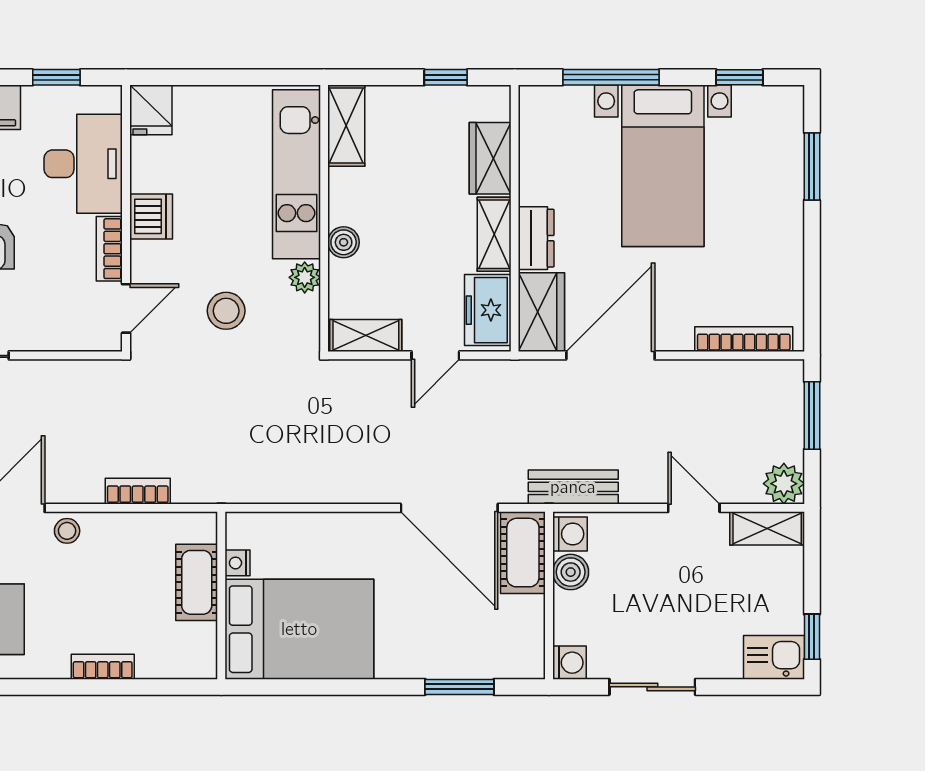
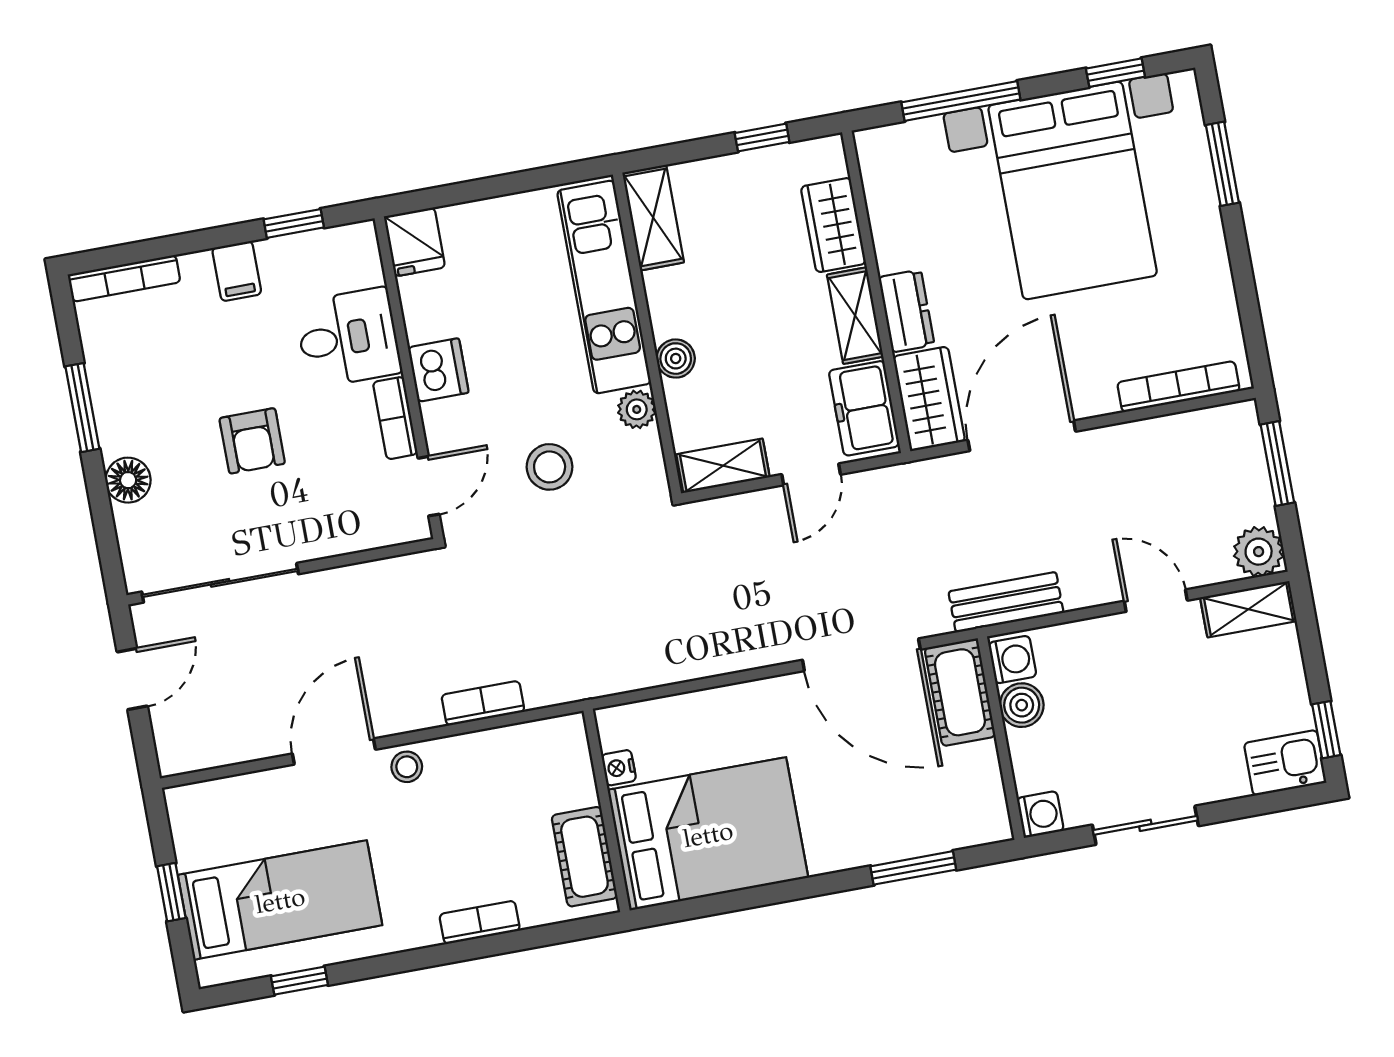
desk: (83, 164) -> (348, 338), width x0.73
bed with nightstands: (663, 166) -> (1073, 190), width x1.36
cot: (197, 582) -> (584, 857), moved

